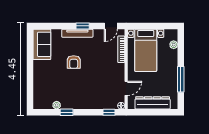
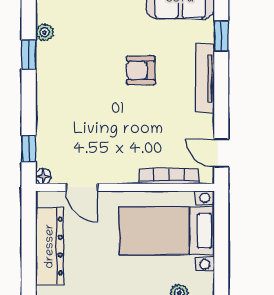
window: (83, 26) -> (221, 36), moved

